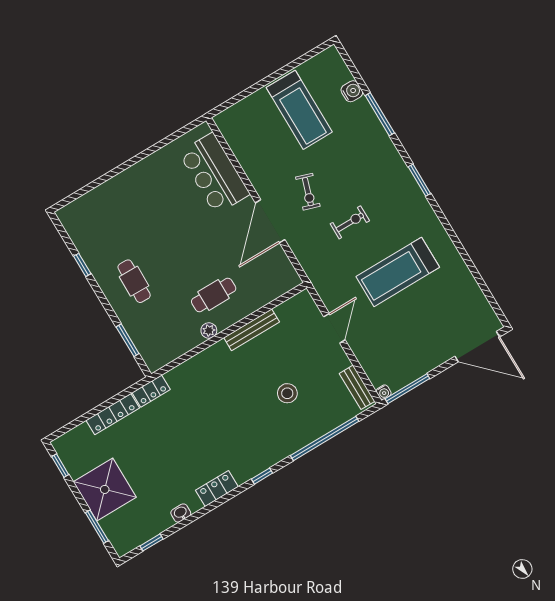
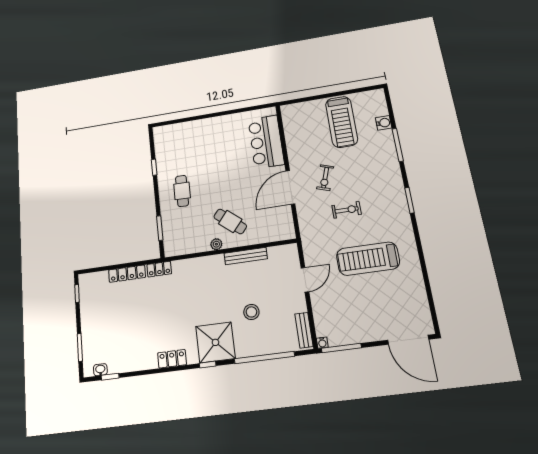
cafe table: (214, 295) -> (230, 221), turned 40
shower: (105, 489) -> (215, 342), moved
washbasin: (181, 513) -> (100, 370), moved

